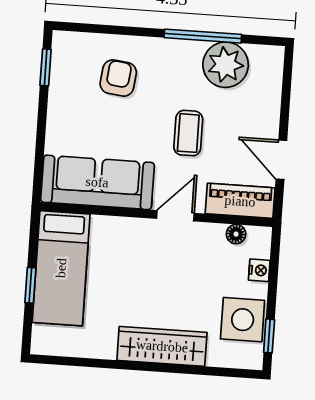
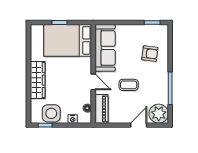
plant: (226, 65) -> (159, 114), moved
door: (281, 160) -> (139, 125), moved
bed: (61, 268) -> (68, 40), width x1.50

